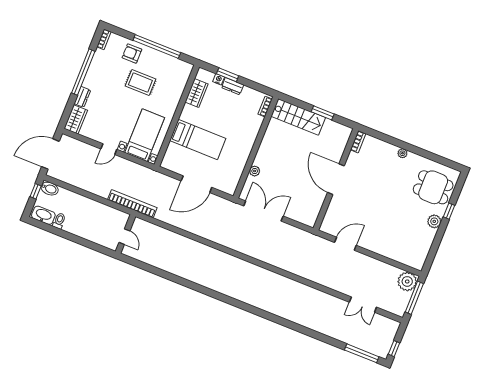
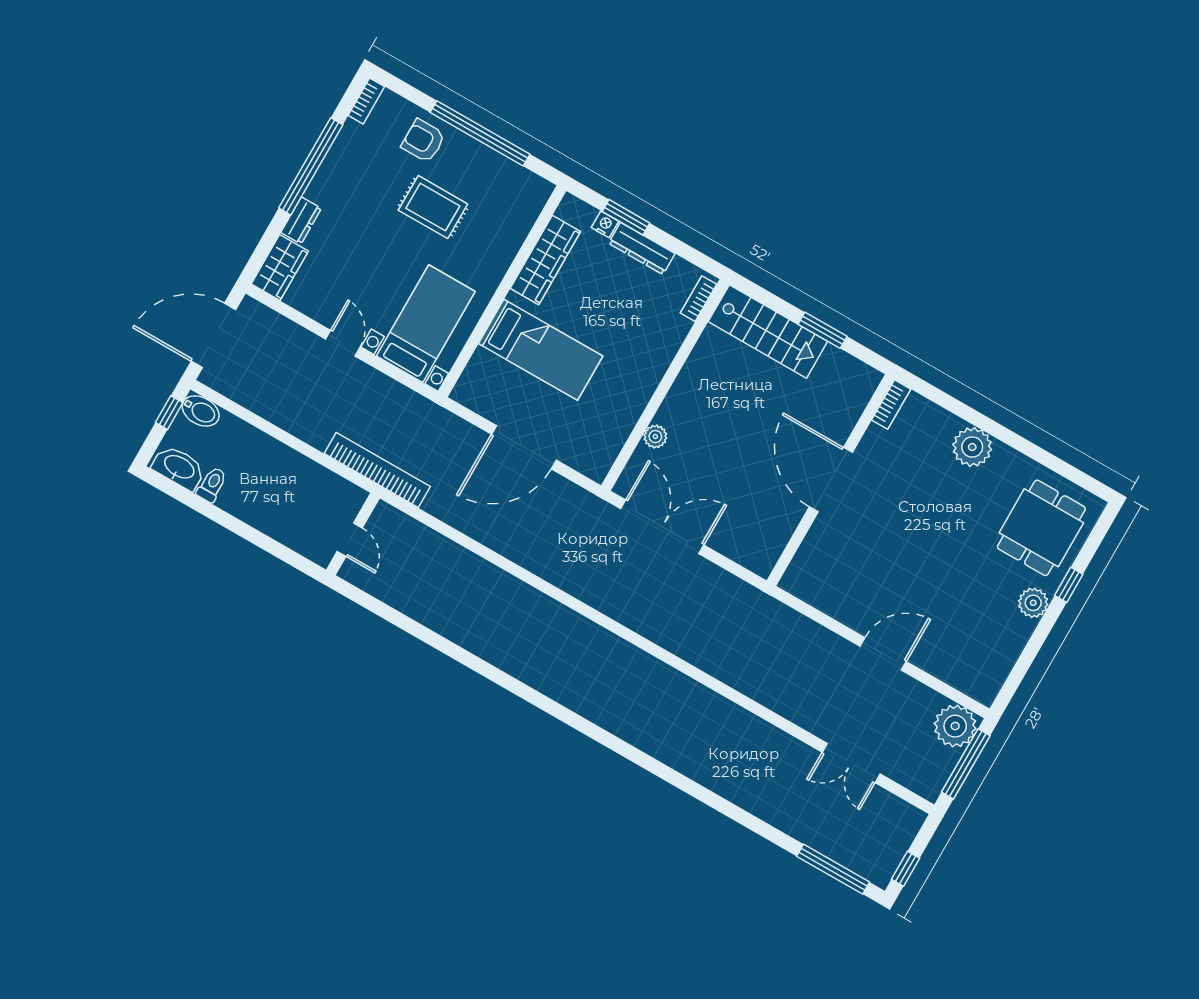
dresser: (233, 86) -> (642, 248), width x1.44
wardrobe: (197, 93) -> (545, 260), width x1.50
door: (109, 149) -> (343, 343), swing flipped
plant: (402, 153) -> (972, 447), width x1.87, depth x1.87
dining table: (433, 187) -> (1041, 528), turned 90
door: (345, 244) -> (883, 654), moved

